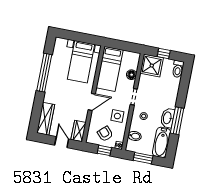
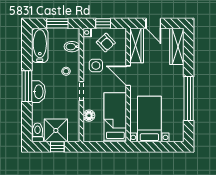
shower: (152, 66) -> (56, 130), moved
door: (92, 102) -> (128, 76), hinge flipped
washbasin: (168, 118) -> (38, 92), moved
window: (177, 121) -> (27, 86), moved
wardrobe: (79, 131) -> (137, 46), width x1.50

